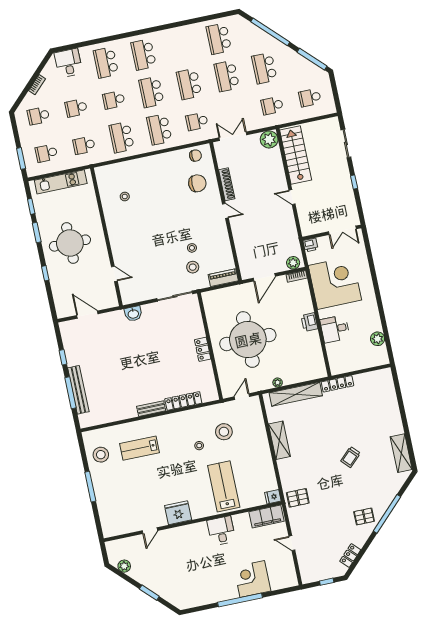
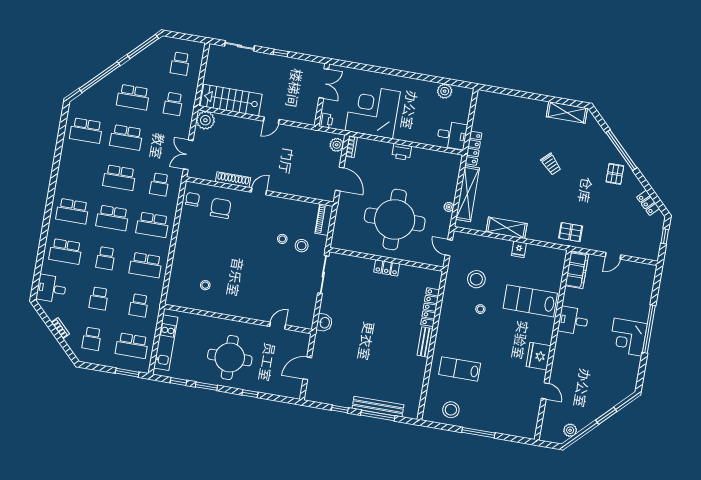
school desk: (46, 153) -> (132, 346), width x1.85
desk: (335, 329) -> (452, 135), moved, turned -90
lab bench: (140, 448) -> (460, 369), turned 90
fridge: (273, 497) -> (519, 249), moved
pallet: (298, 498) -> (571, 232), turned 90
corner desk: (252, 579) -> (628, 337), moved

